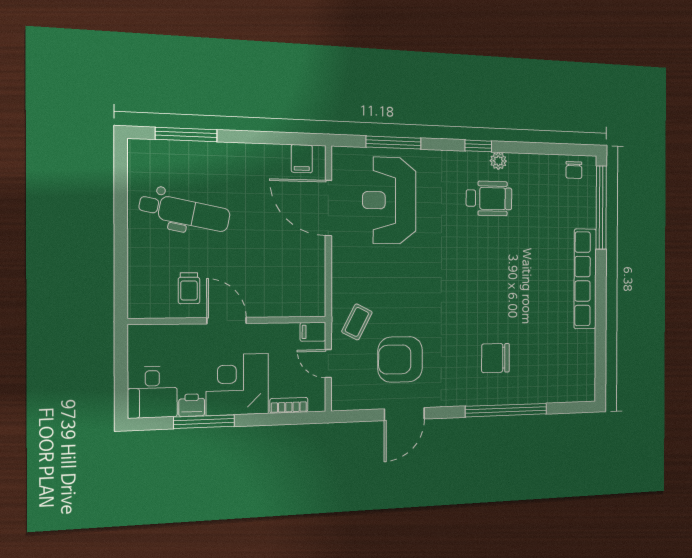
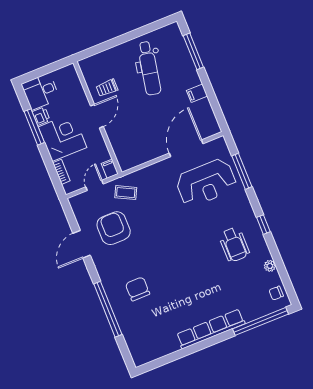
filing cabinet: (302, 159) -> (197, 93), moved
plant: (498, 161) -> (270, 266), moved
reception desk: (389, 201) -> (206, 183), turned 180
door: (404, 414) -> (82, 244), hinge flipped

